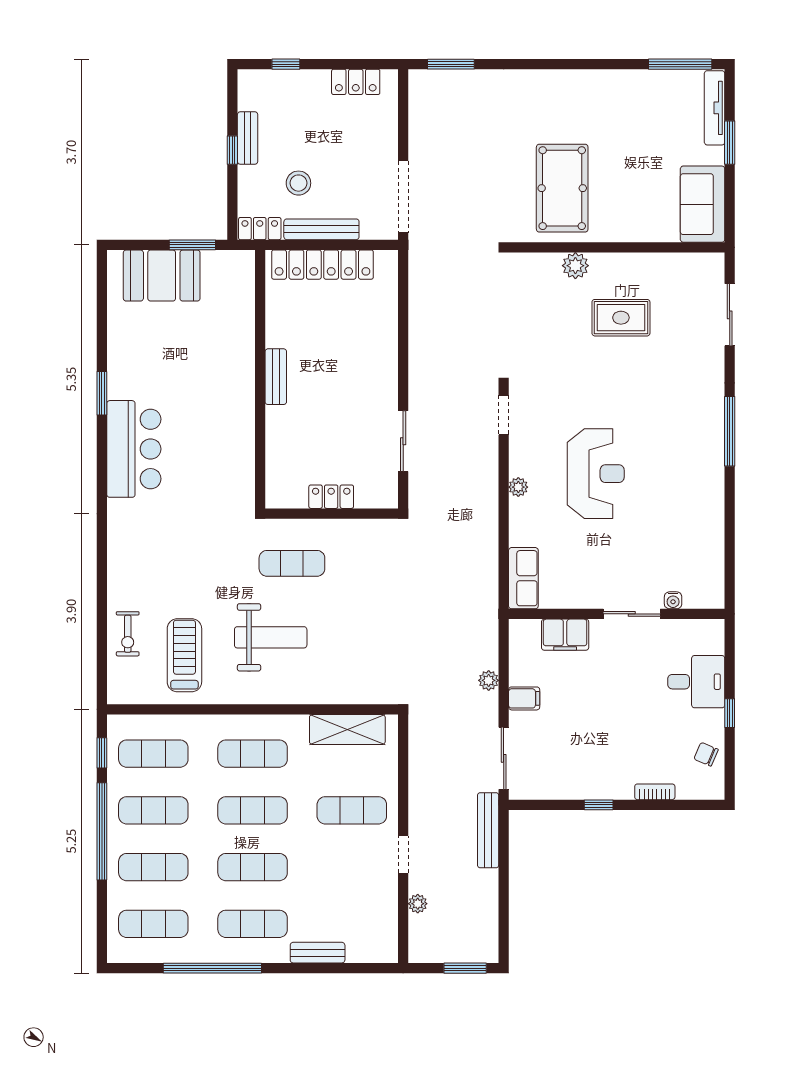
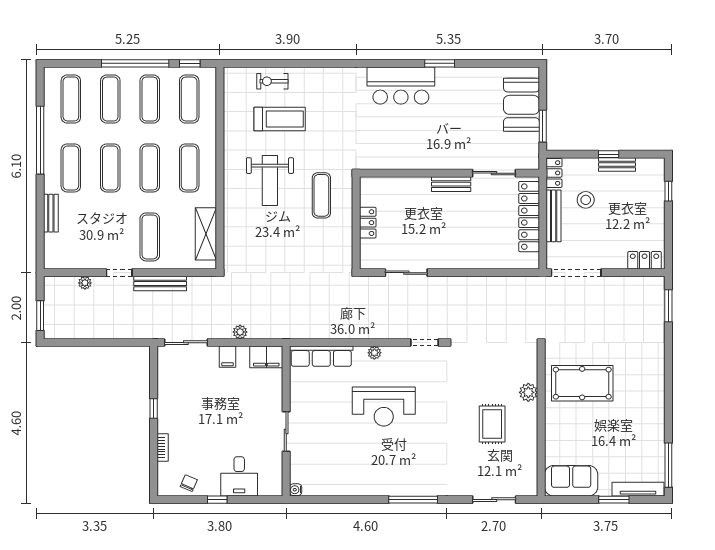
locker: (356, 82) -> (645, 260), moved, turned 90
sliding door: (260, 315) -> (494, 173), added
row of seats: (523, 578) -> (321, 356), width x1.48
water cooler: (673, 600) -> (296, 490), moved
filing cabinet: (565, 635) -> (266, 357), moved, turned -90
treadmill: (184, 655) -> (280, 119), moved
bench: (488, 830) -> (160, 284), moved

